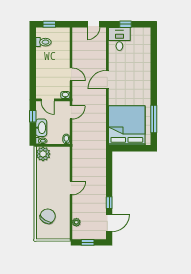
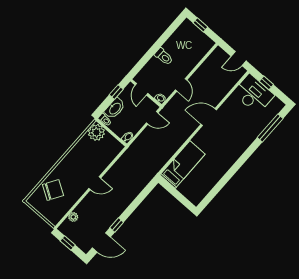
desk: (119, 39) -> (253, 94), width x1.37
toilet: (43, 42) -> (164, 57), moved
window: (154, 119) -> (270, 128), moved
bed: (127, 125) -> (182, 164), width x0.49

